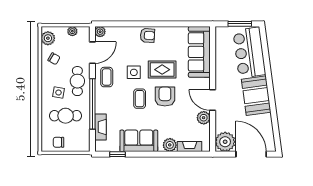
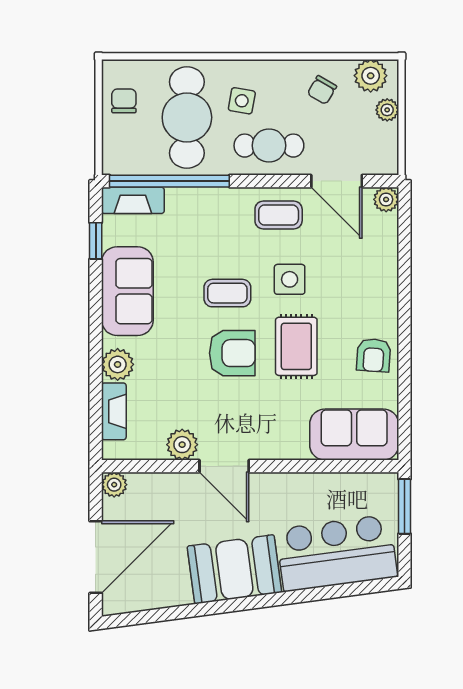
window: (240, 24) -> (404, 506), moved
plant: (72, 31) -> (387, 110), moved
armchair: (147, 35) -> (374, 355), moved
sofa: (199, 52) -> (354, 435), width x0.73
door: (213, 100) -> (224, 466), swing flipped
window: (92, 104) -> (169, 181), moved
cafe table: (66, 116) -> (187, 117), width x1.37, depth x1.35
fireplace: (101, 127) -> (133, 200), moved
plant: (225, 142) -> (114, 485), width x0.53, depth x0.53

